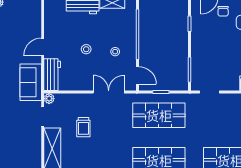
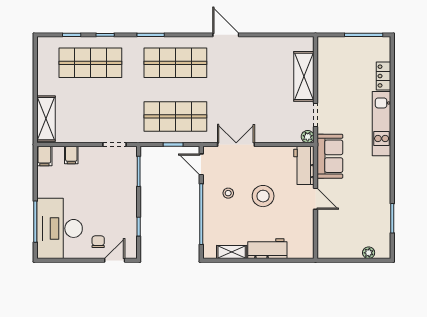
door: (43, 47) -> (316, 199), hinge flipped
stool: (86, 49) -> (263, 196), width x1.89, depth x1.89
double door: (109, 92) -> (236, 144), swing flipped
trolley: (83, 127) -> (266, 102), removed

